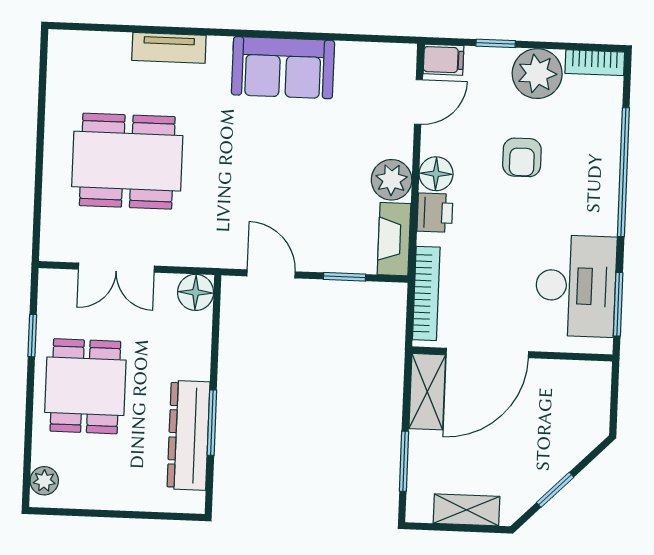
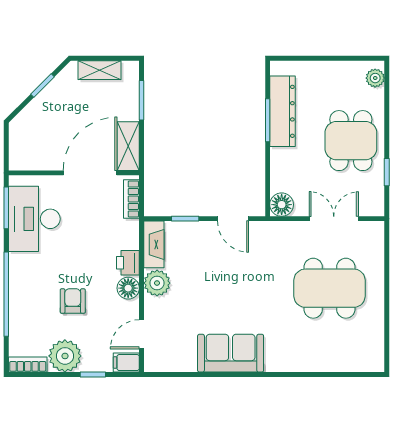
tv unit: (169, 48) -> (305, 363), removed
bookcase: (426, 293) -> (131, 199), width x0.64

